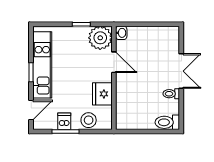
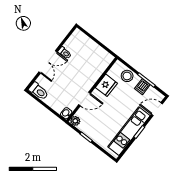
plant: (100, 38) -> (75, 121), width x0.53, depth x0.53
door: (114, 62) -> (84, 99), swing flipped
double door: (181, 71) -> (48, 62), swing flipped
toilet: (167, 122) -> (39, 91), moved

